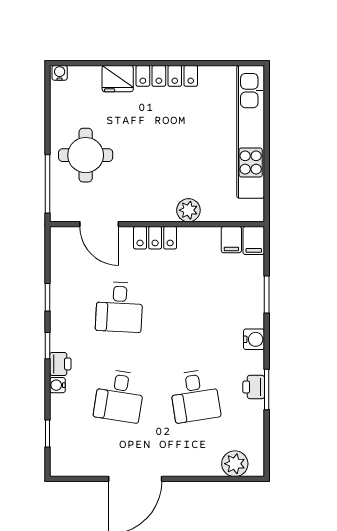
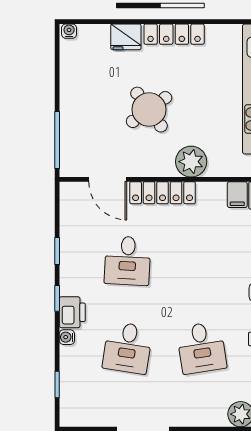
round table: (86, 155) -> (149, 110), moved, turned -36
plant: (188, 210) -> (191, 162), width x1.36, depth x1.36
locker: (155, 238) -> (163, 193), width x1.53
printer: (60, 364) -> (72, 312), width x1.36, depth x1.24

